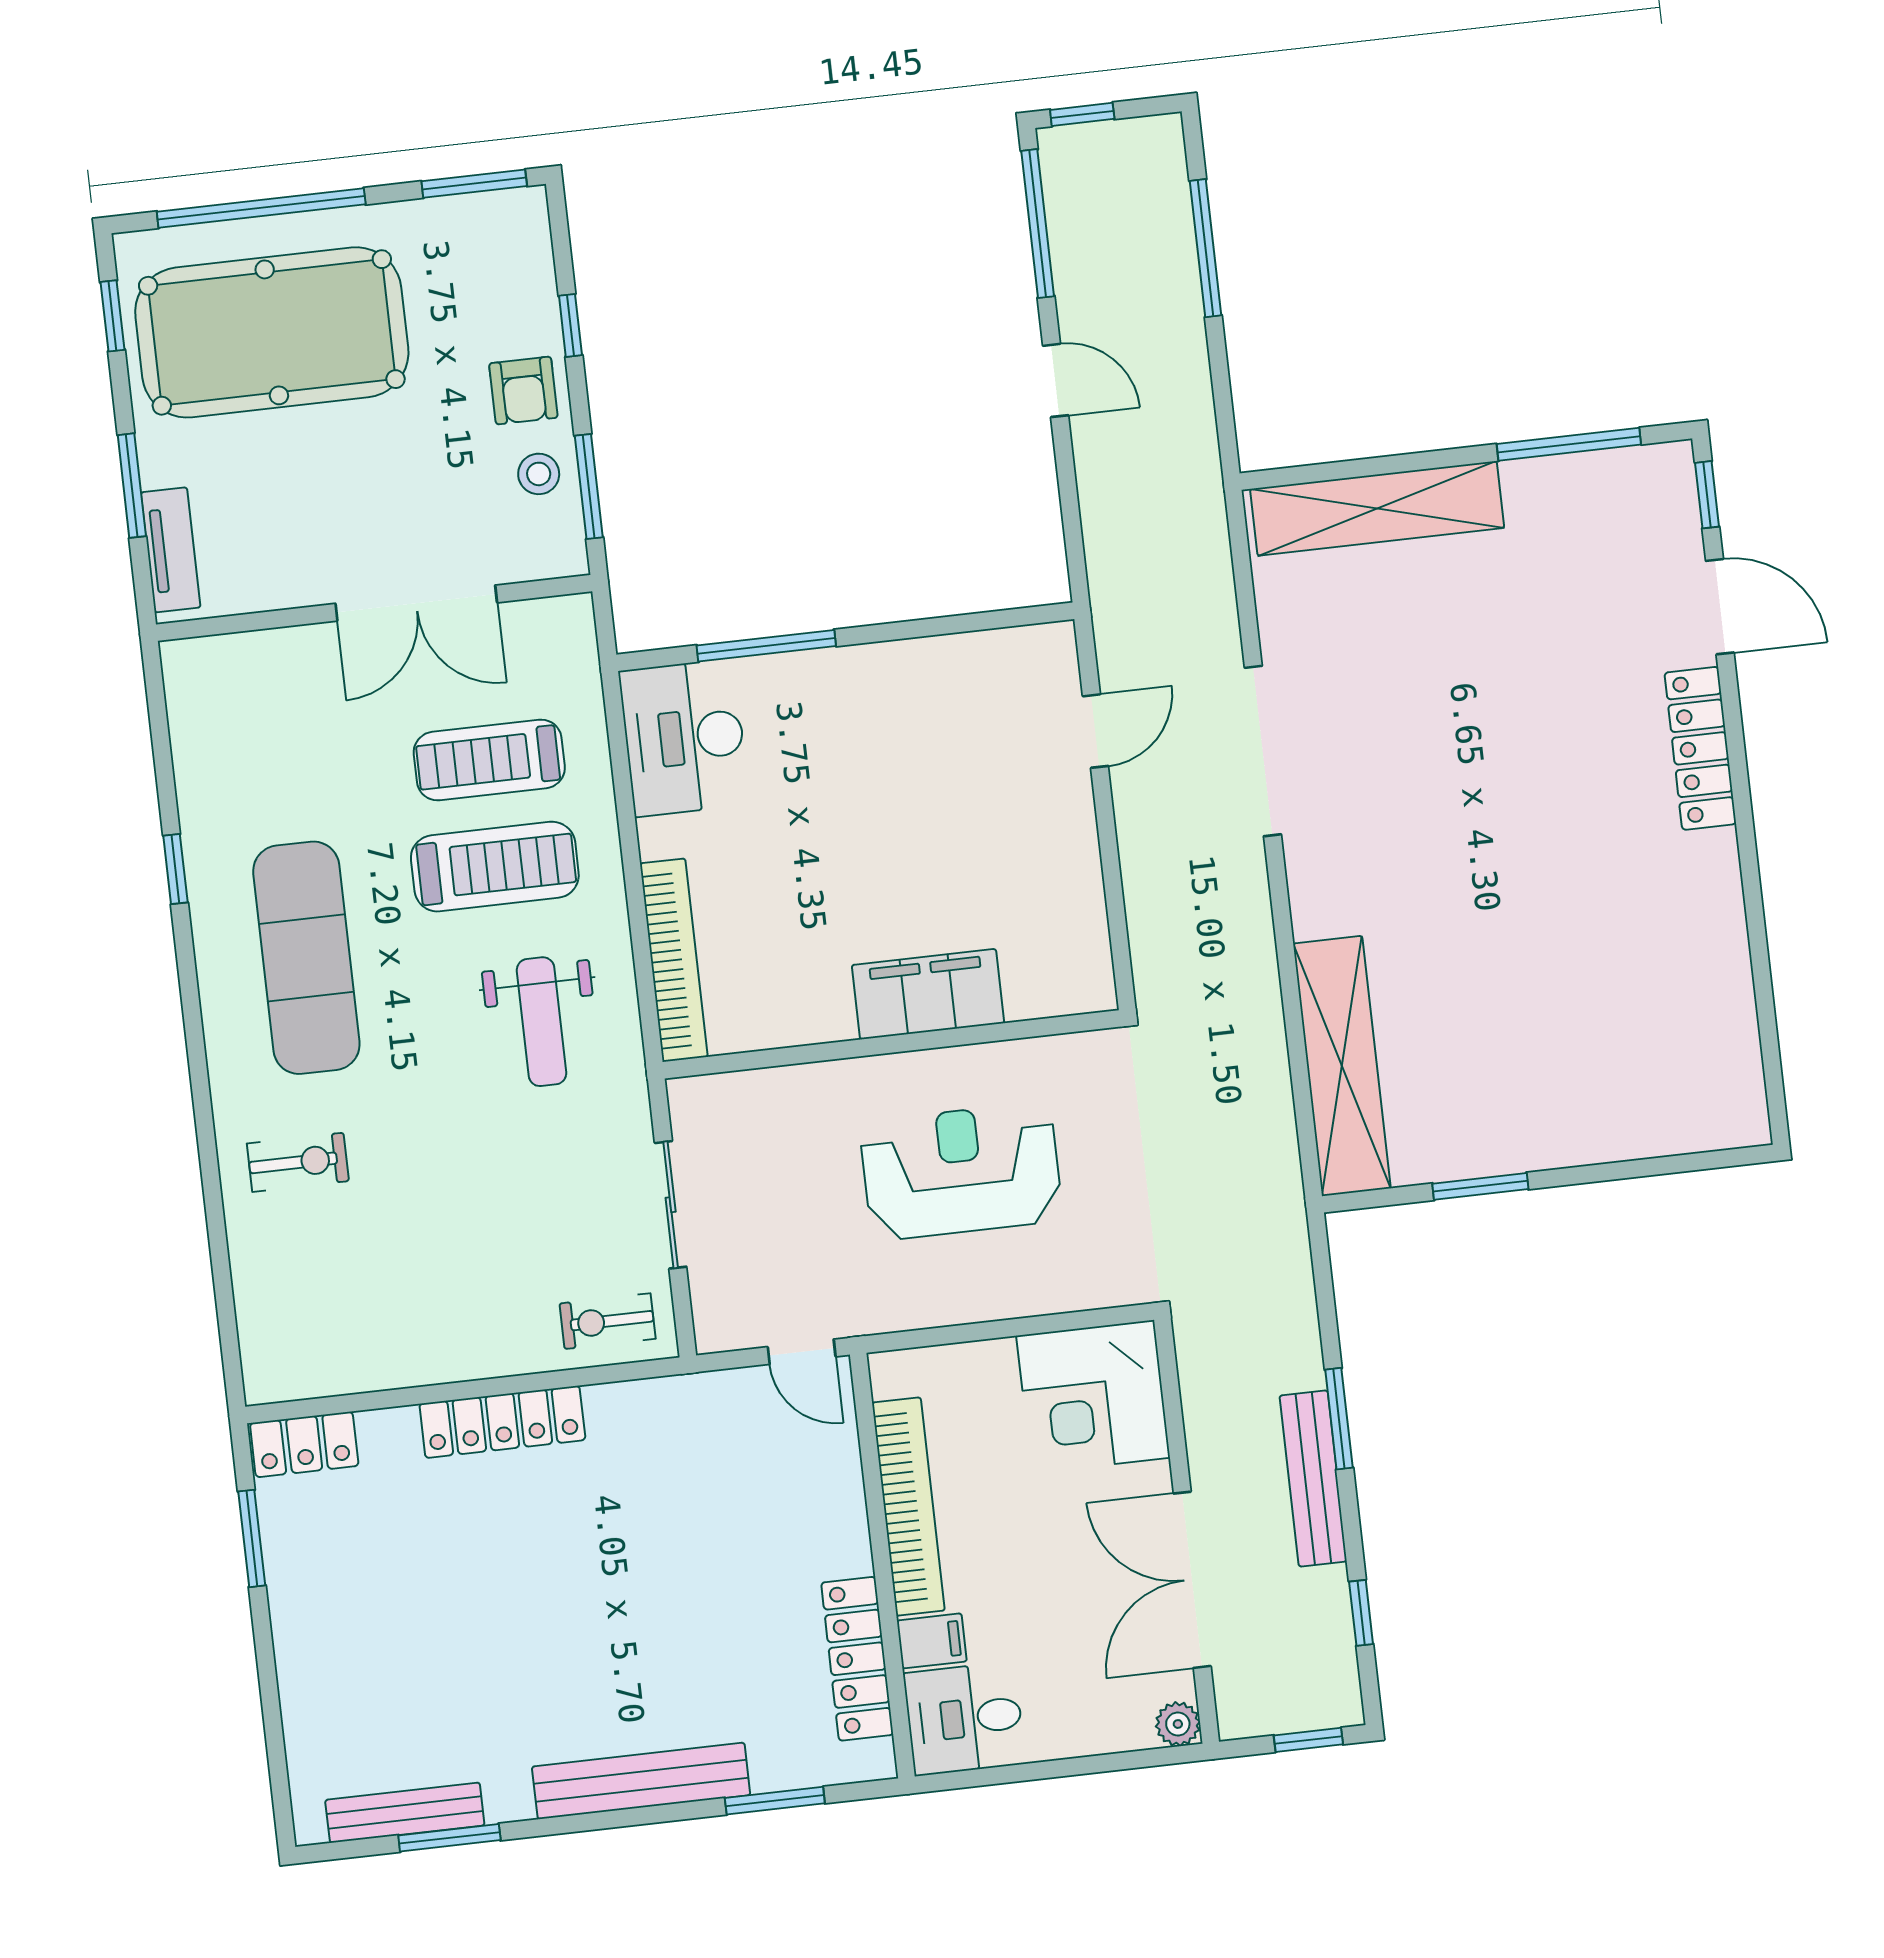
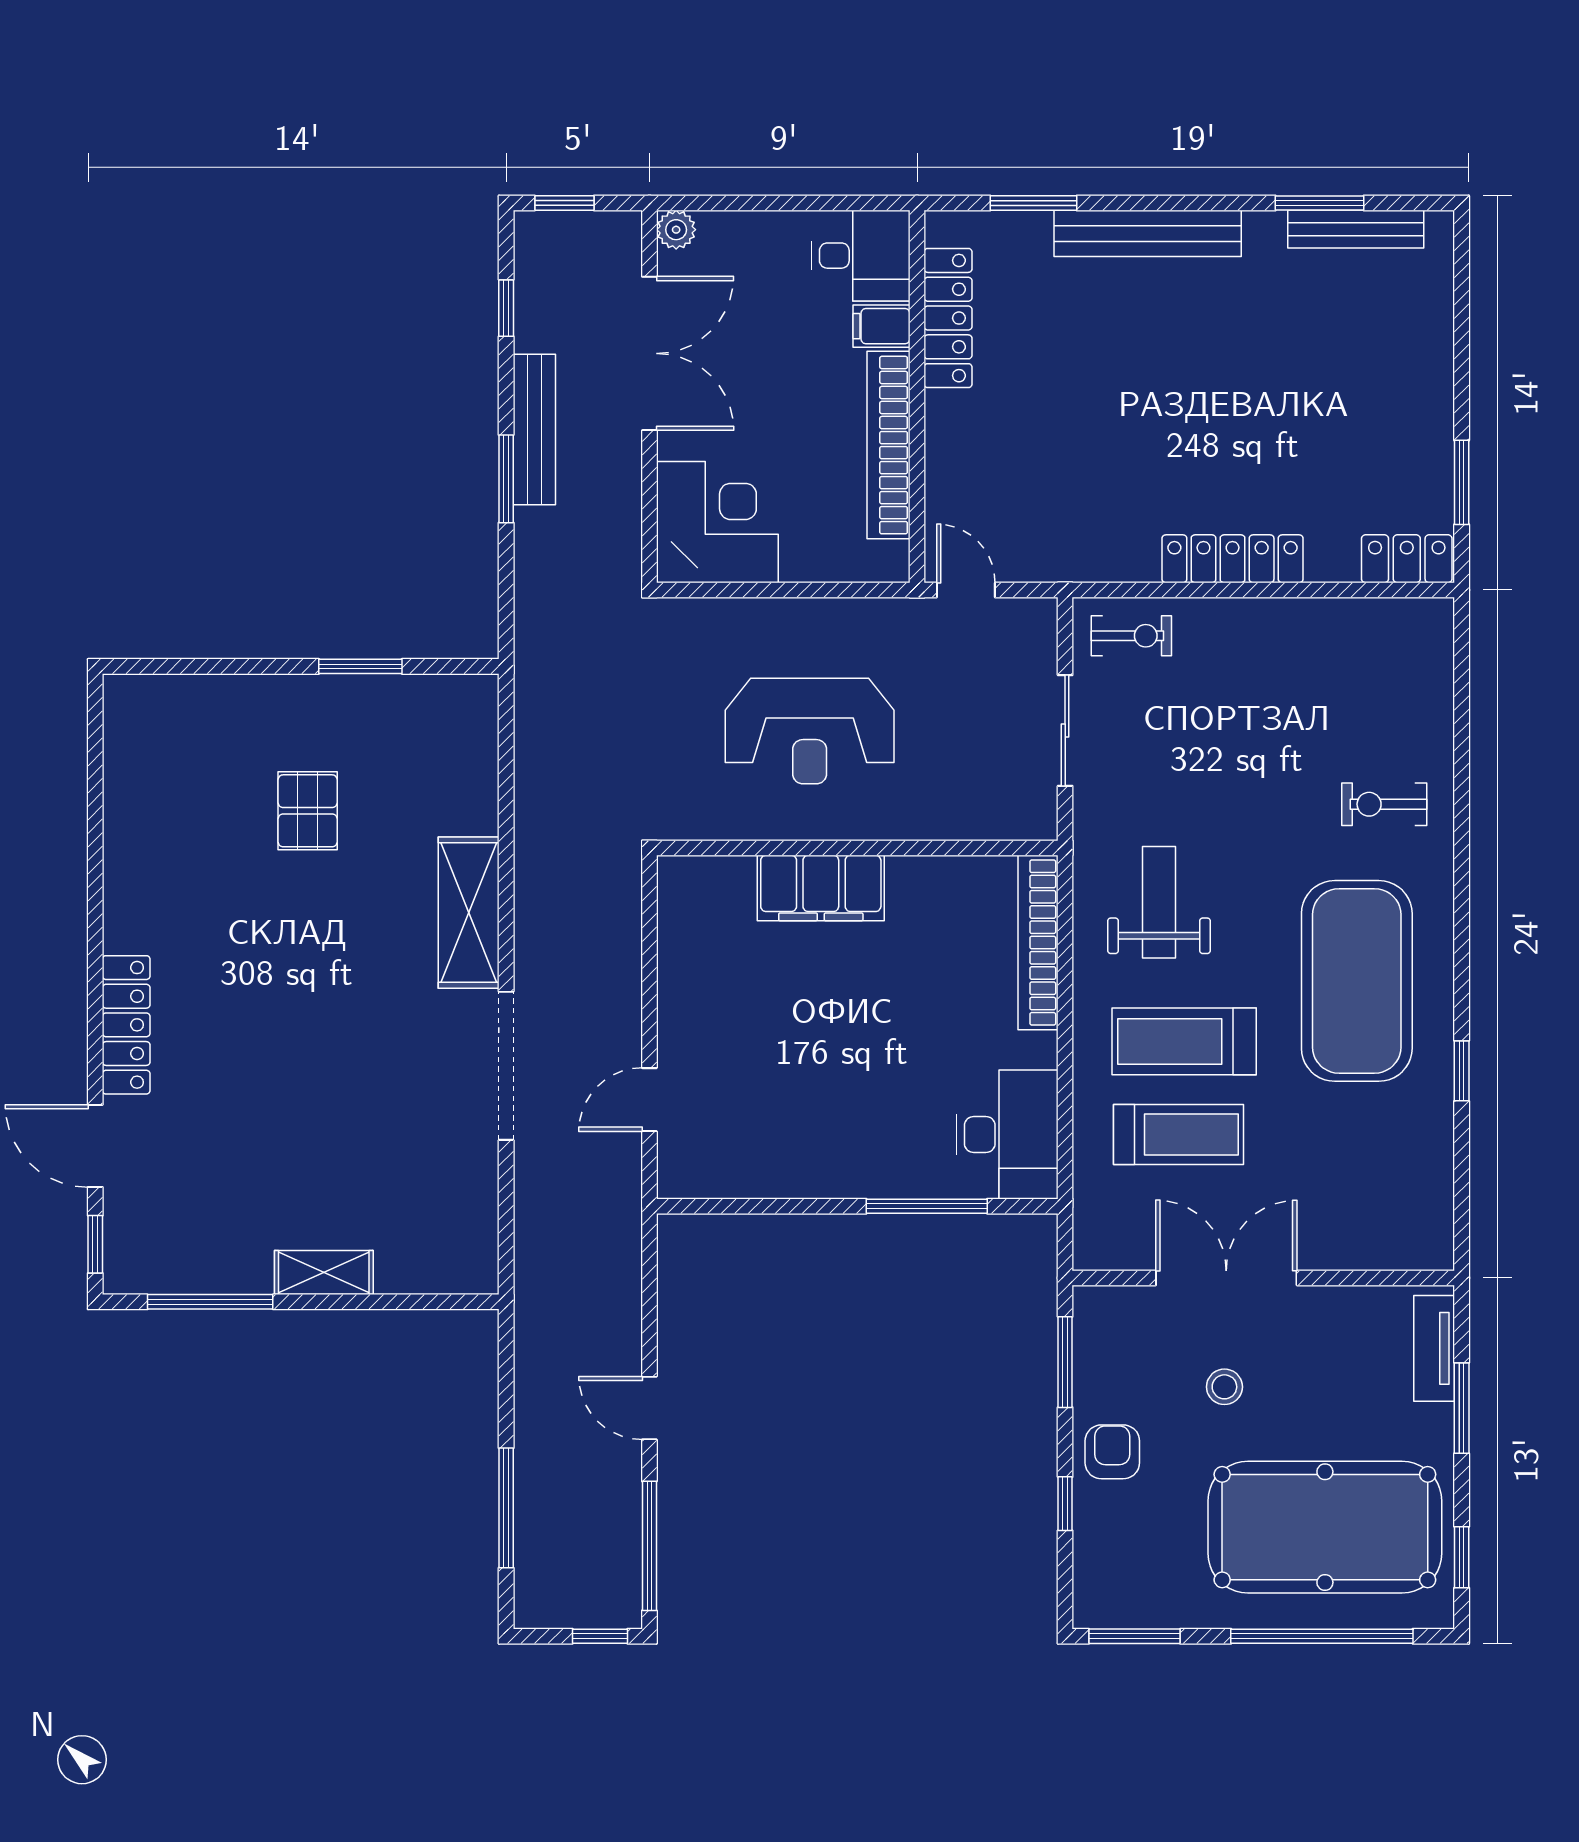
stool: (539, 474) -> (1224, 1387), moved
shelving: (1377, 508) -> (324, 1272), width x0.45, depth x0.75
exercise mat: (306, 958) -> (1357, 981), width x1.47
pallet: (1522, 1015) -> (308, 811), added
shelving: (1342, 1066) -> (469, 913), moved, width x0.68

